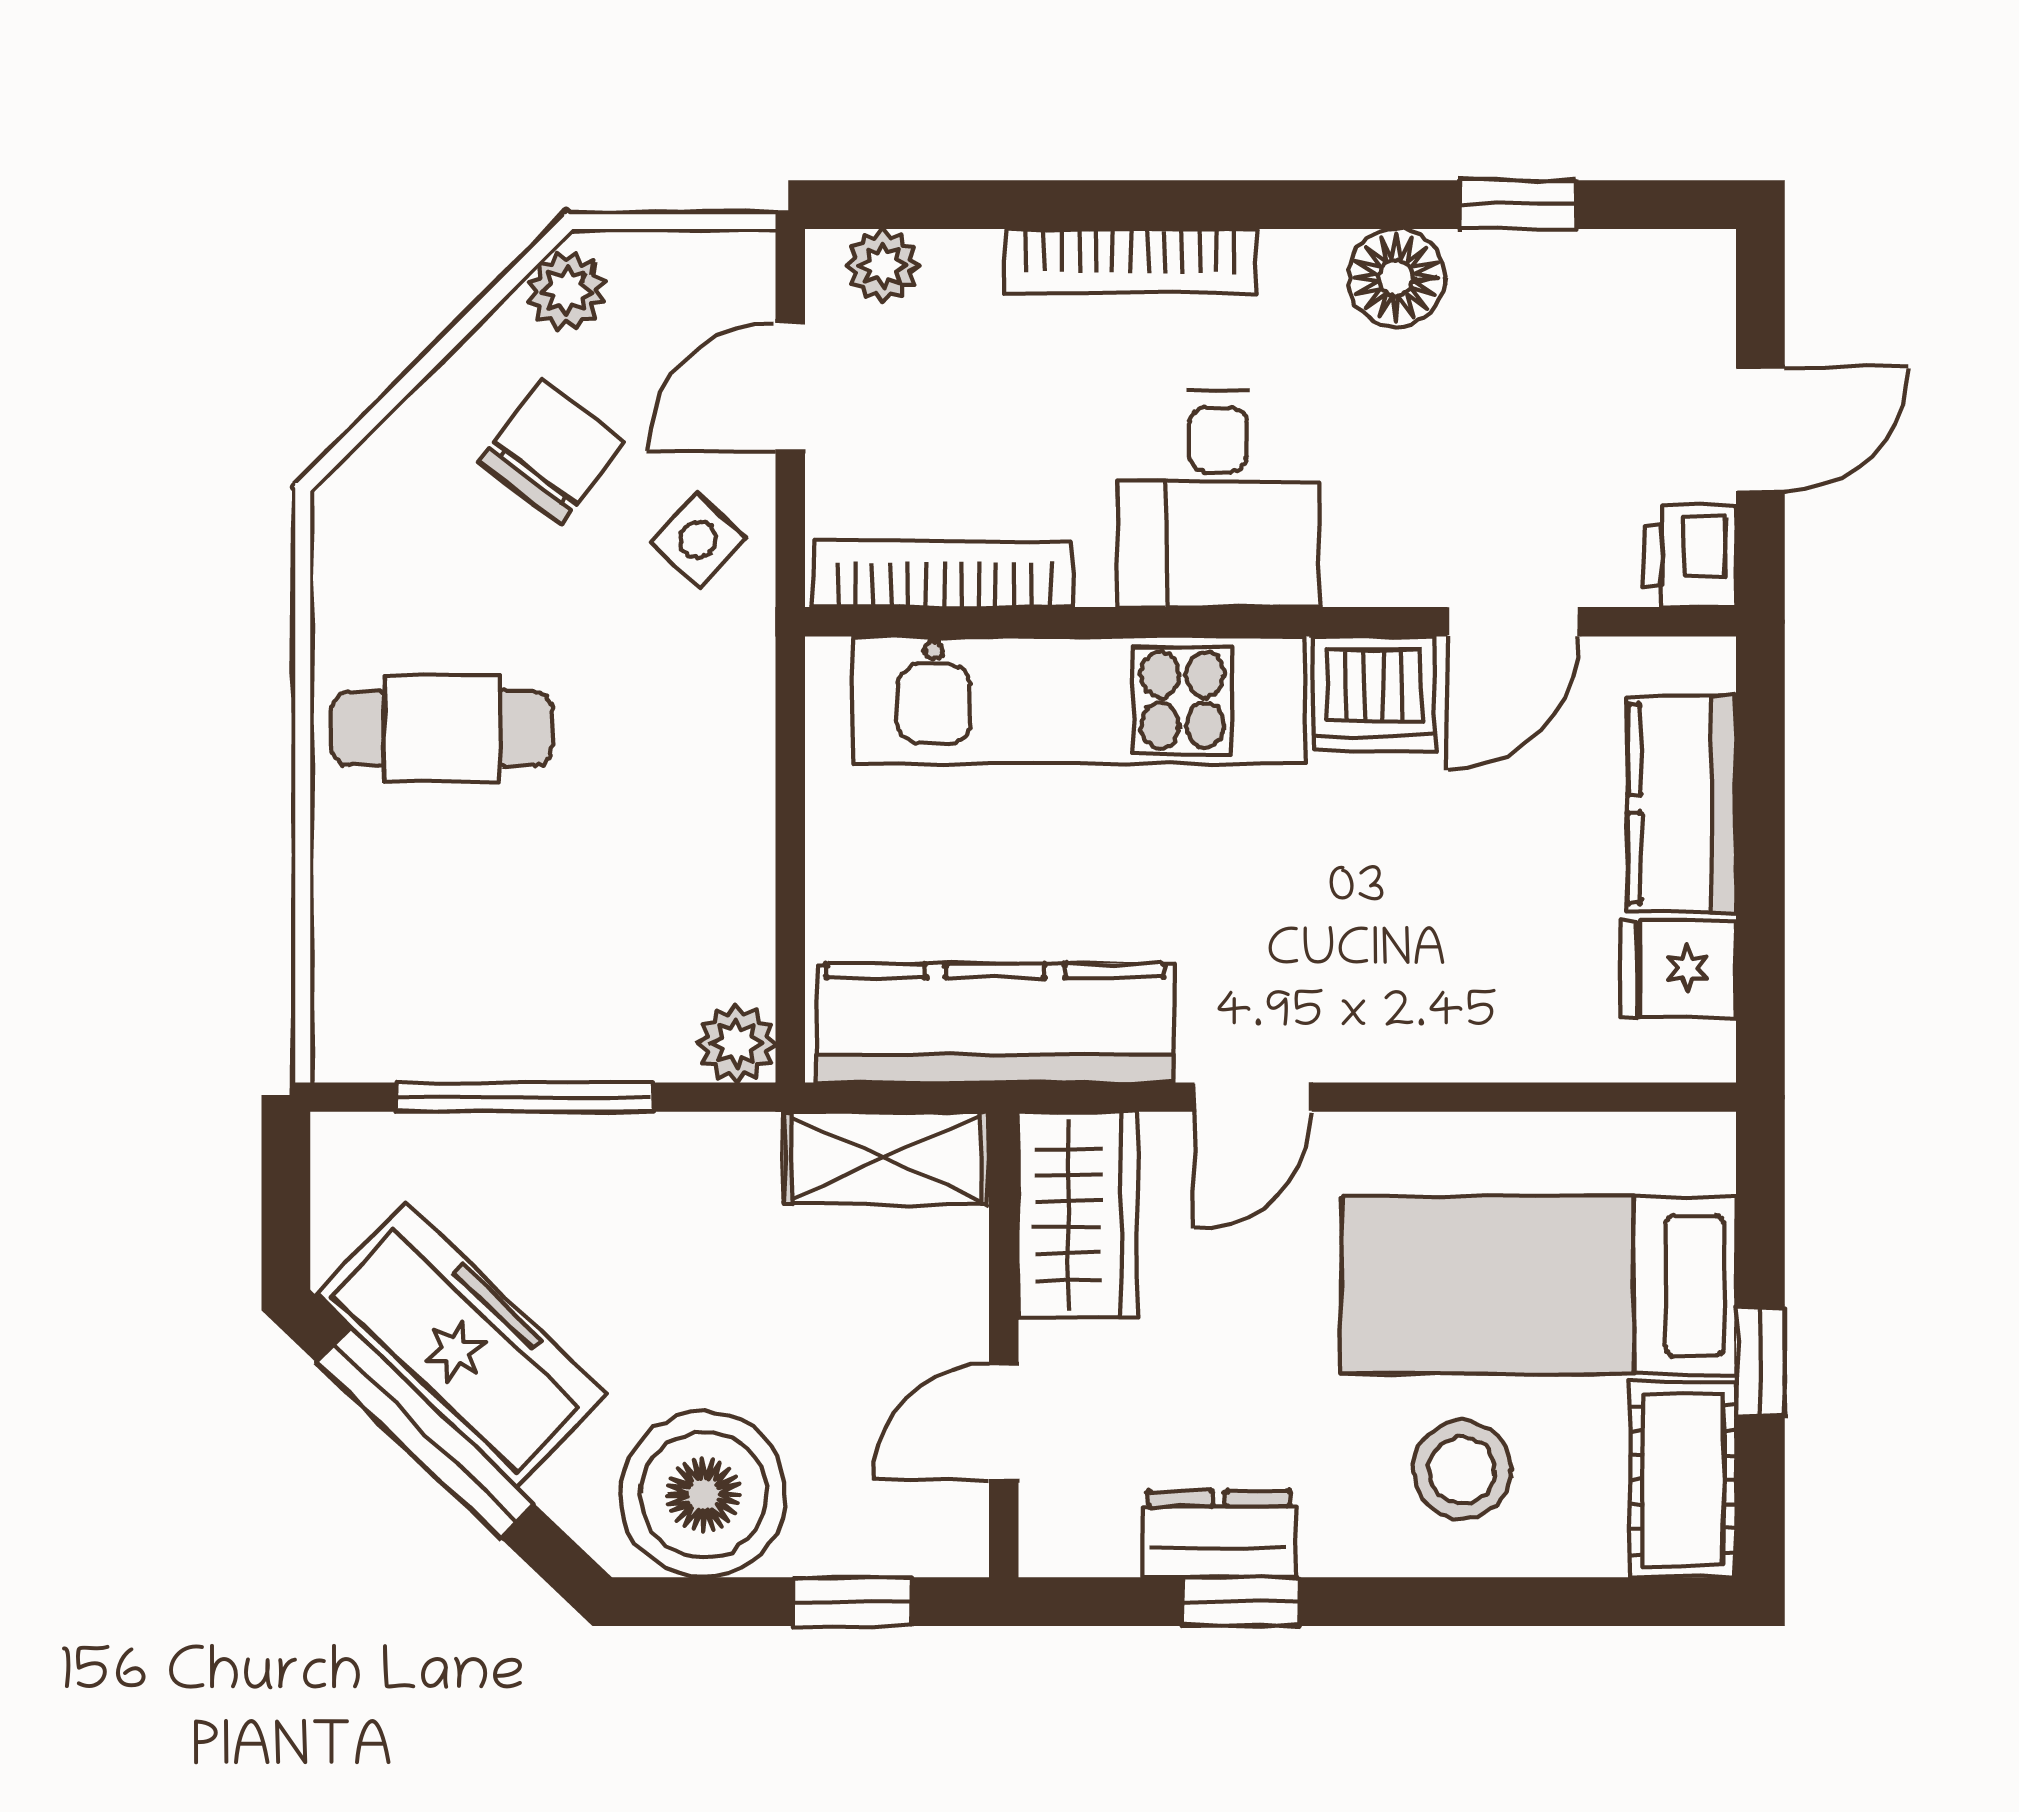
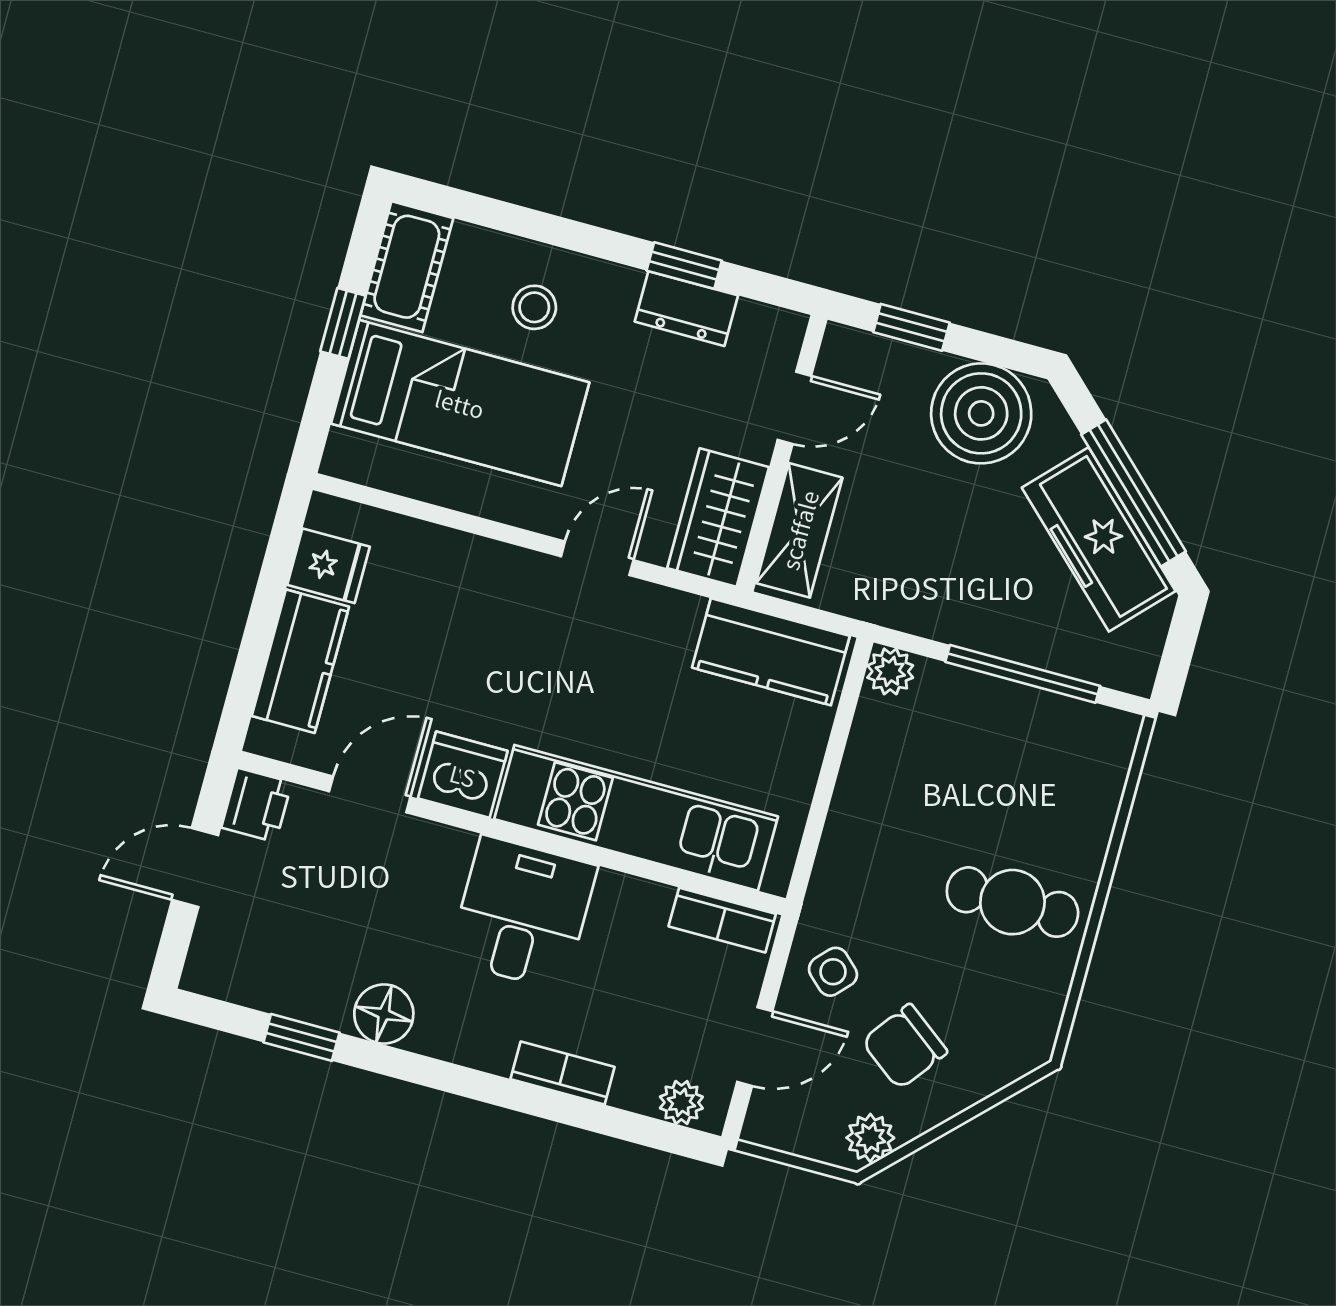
bookcase: (1131, 261) -> (563, 1073), width x0.64
bookcase: (944, 574) -> (722, 920), width x0.64
kitchen counter: (995, 1023) -> (771, 652), width x0.67
shelving: (886, 1158) -> (799, 530), moved, turned 90
stool: (1462, 1470) -> (534, 307), width x0.73, depth x0.73

